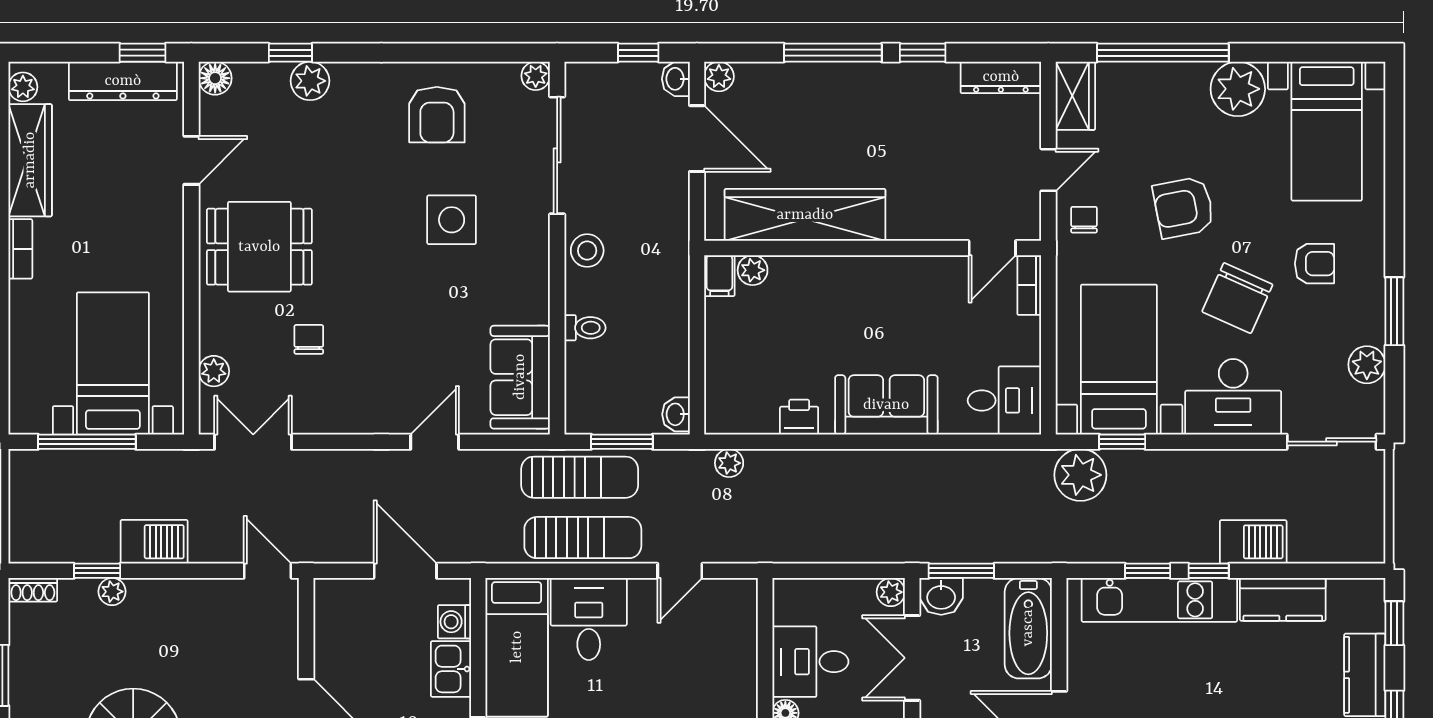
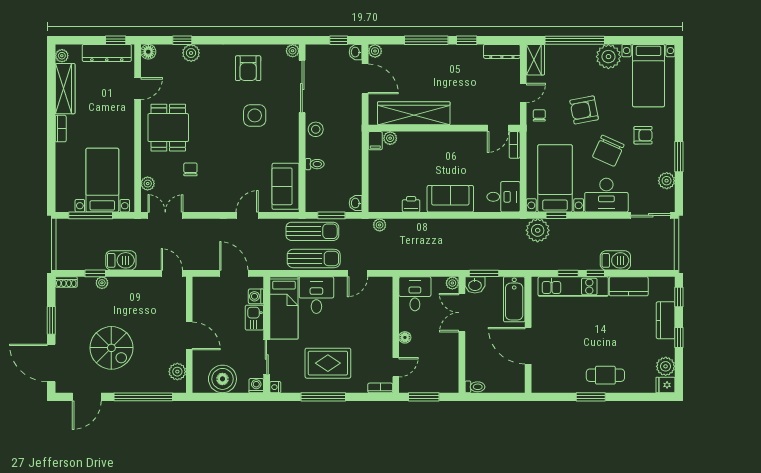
dining table: (259, 247) -> (168, 128), turned 90
desk: (810, 662) -> (415, 294), moved, turned 90

